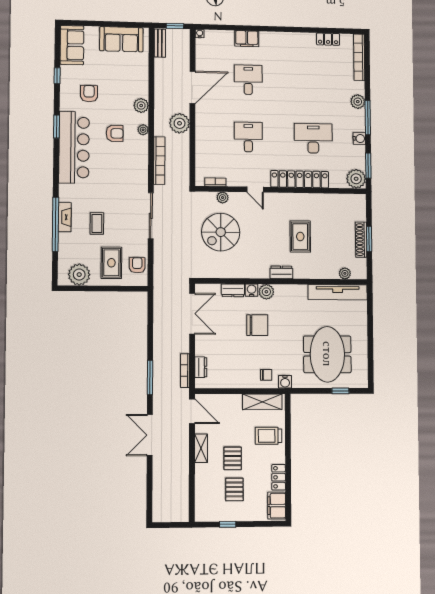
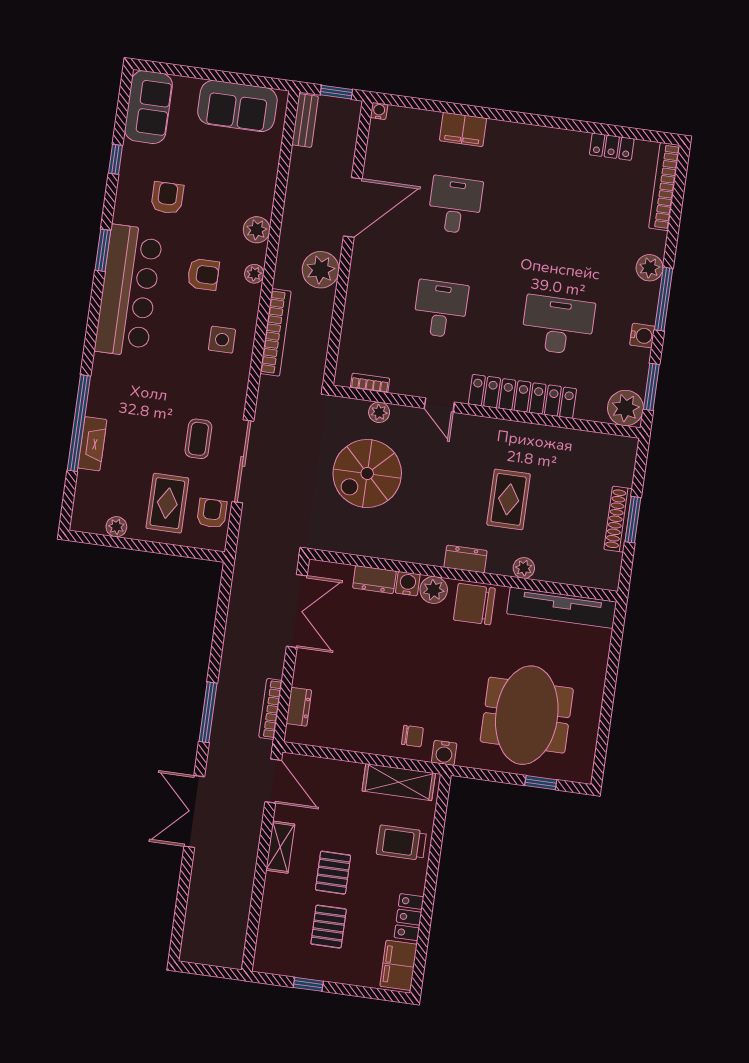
side table: (130, 168) -> (222, 340), added
sliding door: (151, 216) -> (243, 461), moved
fireplace: (65, 217) -> (92, 444), moved
coffee table: (97, 223) -> (198, 439), moved
plant: (345, 273) -> (524, 568), moved
plant: (79, 275) -> (116, 527), width x0.53, depth x0.53
chair: (257, 325) -> (474, 604), moved, turned 180

